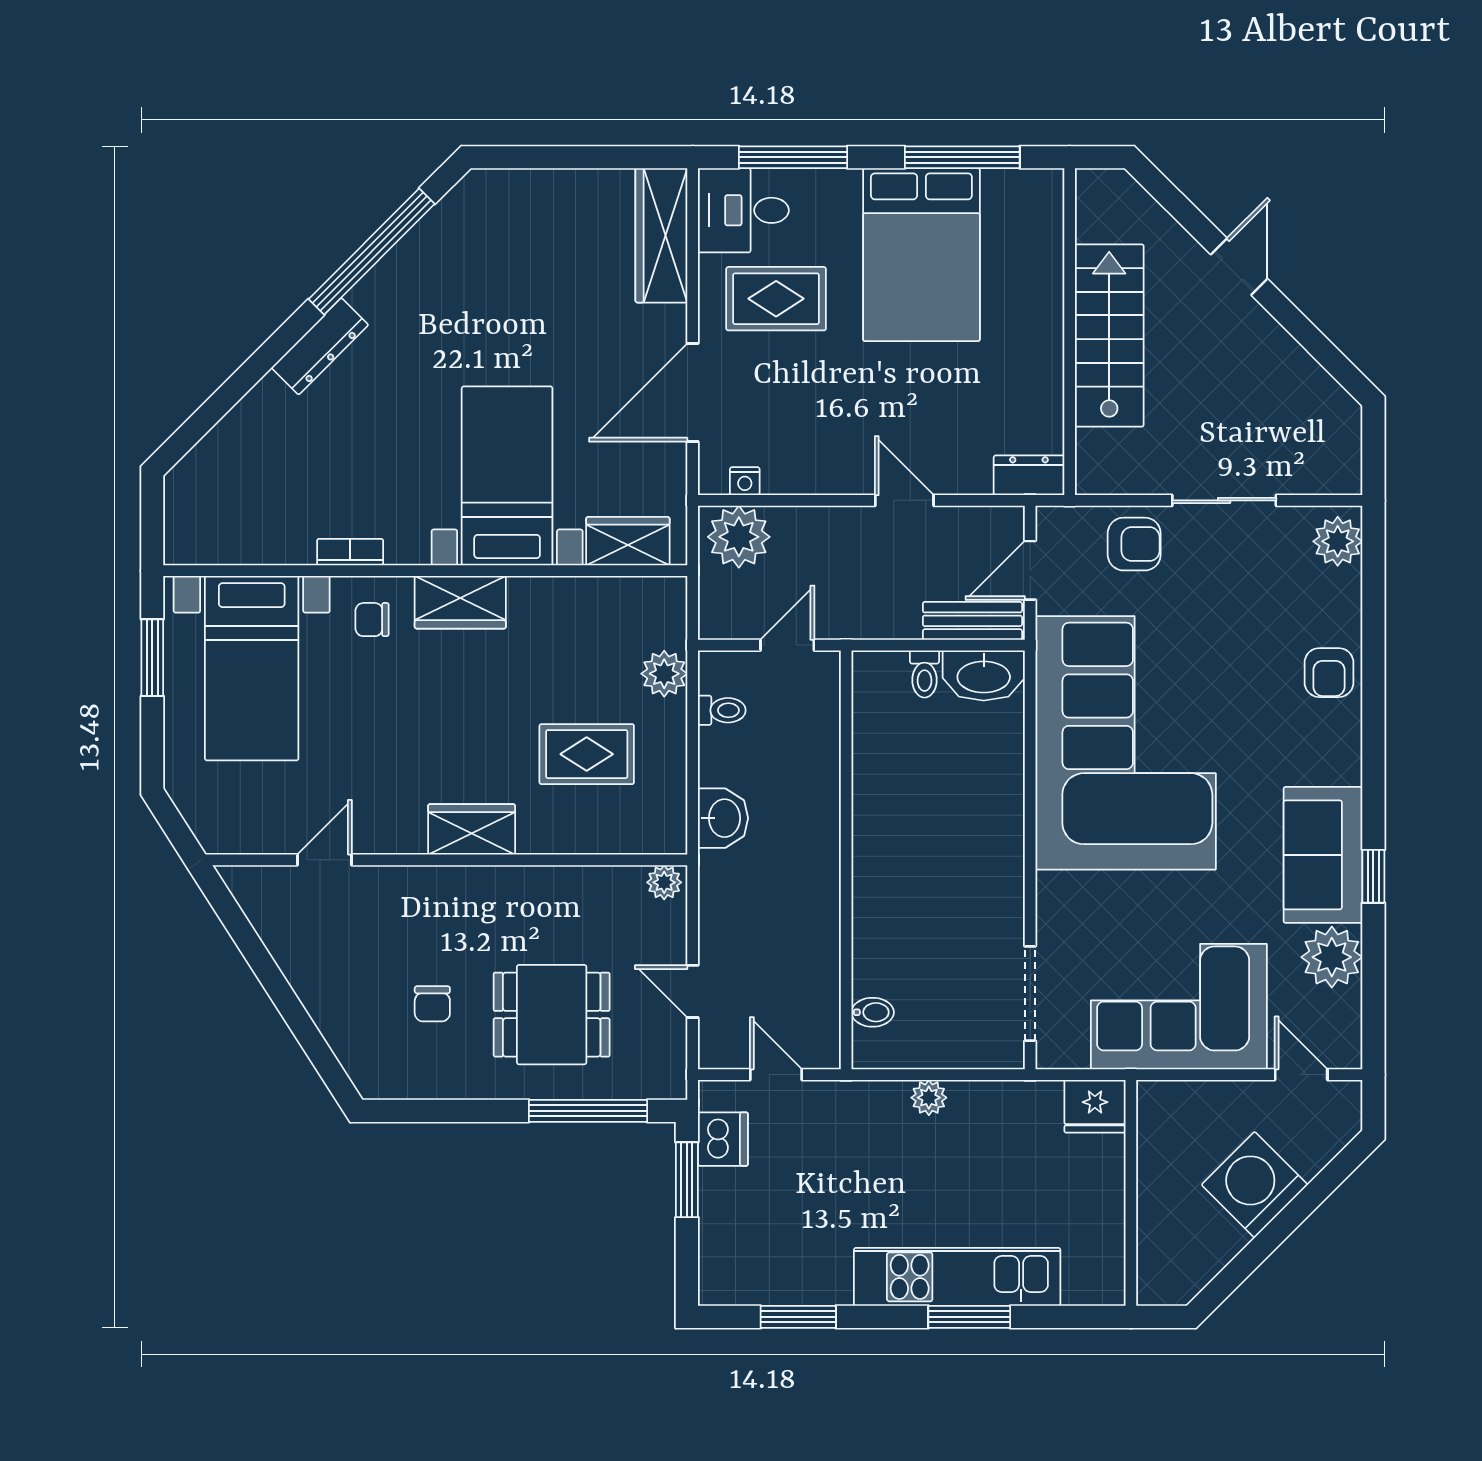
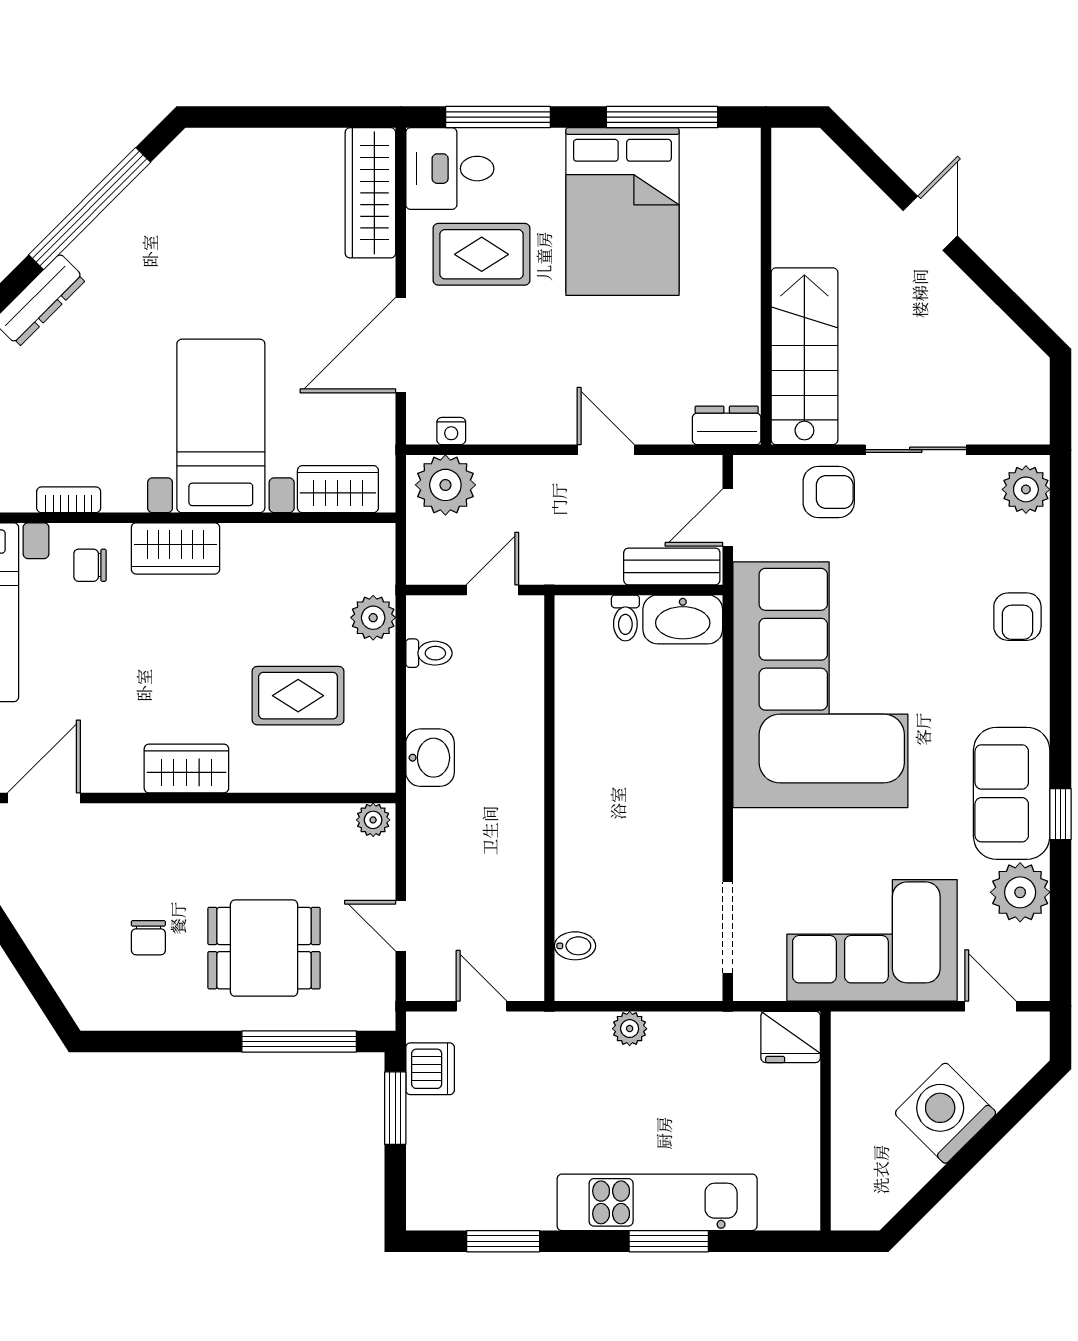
stairs: (1109, 336) -> (804, 356), moved
door: (325, 860) -> (44, 798), width x1.38

